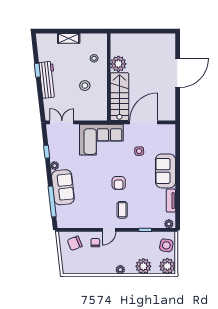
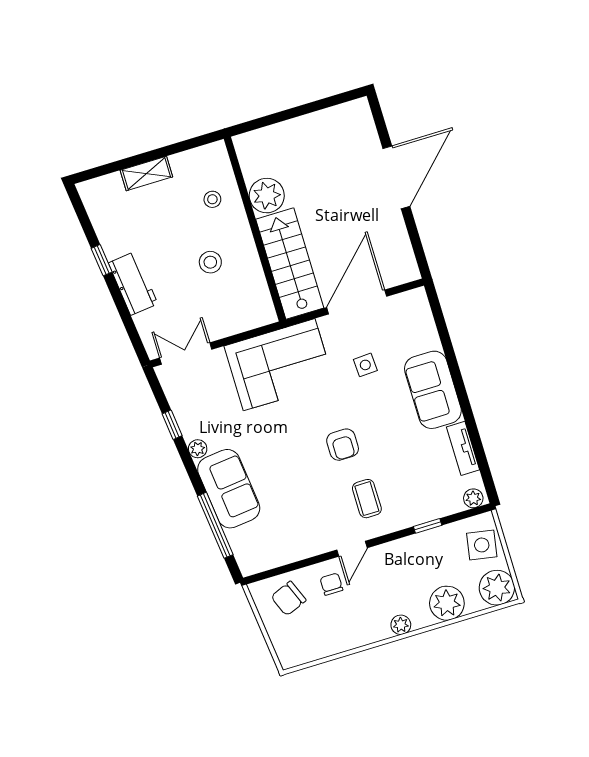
workbench: (48, 80) -> (133, 283), width x0.73

